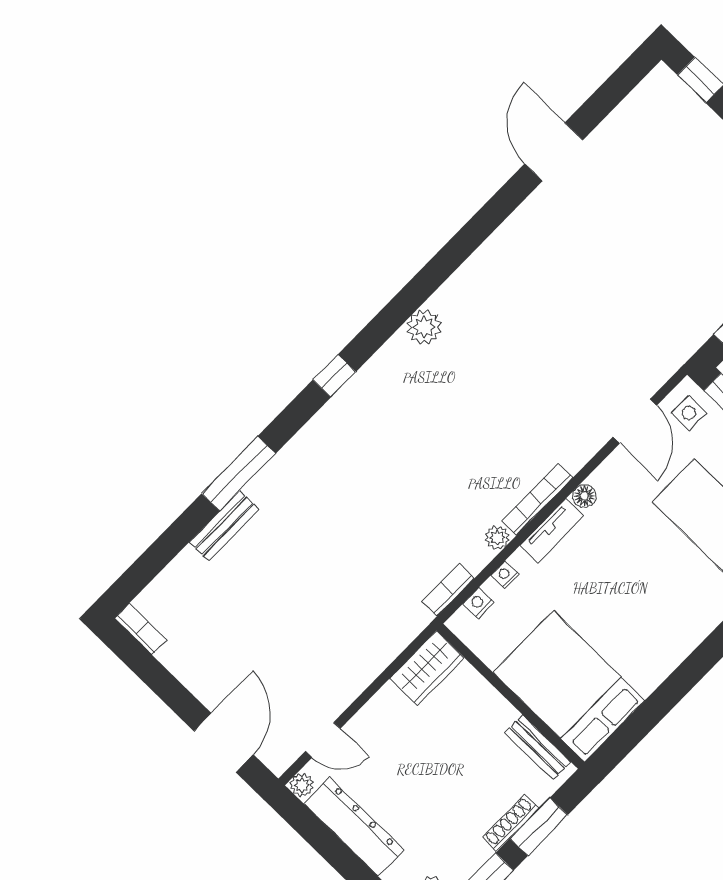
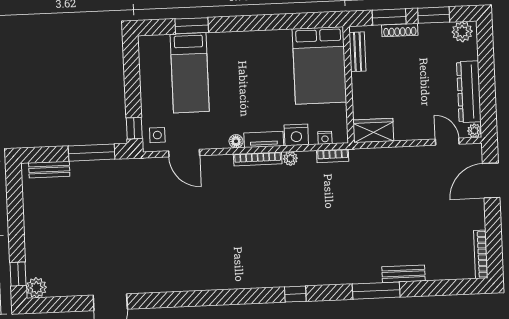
plant: (424, 327) -> (36, 288), moved
door: (635, 421) -> (184, 153), swing flipped
nightstand: (505, 575) -> (296, 135), width x1.89, depth x1.79
bookcase: (140, 629) -> (481, 254), width x1.56

